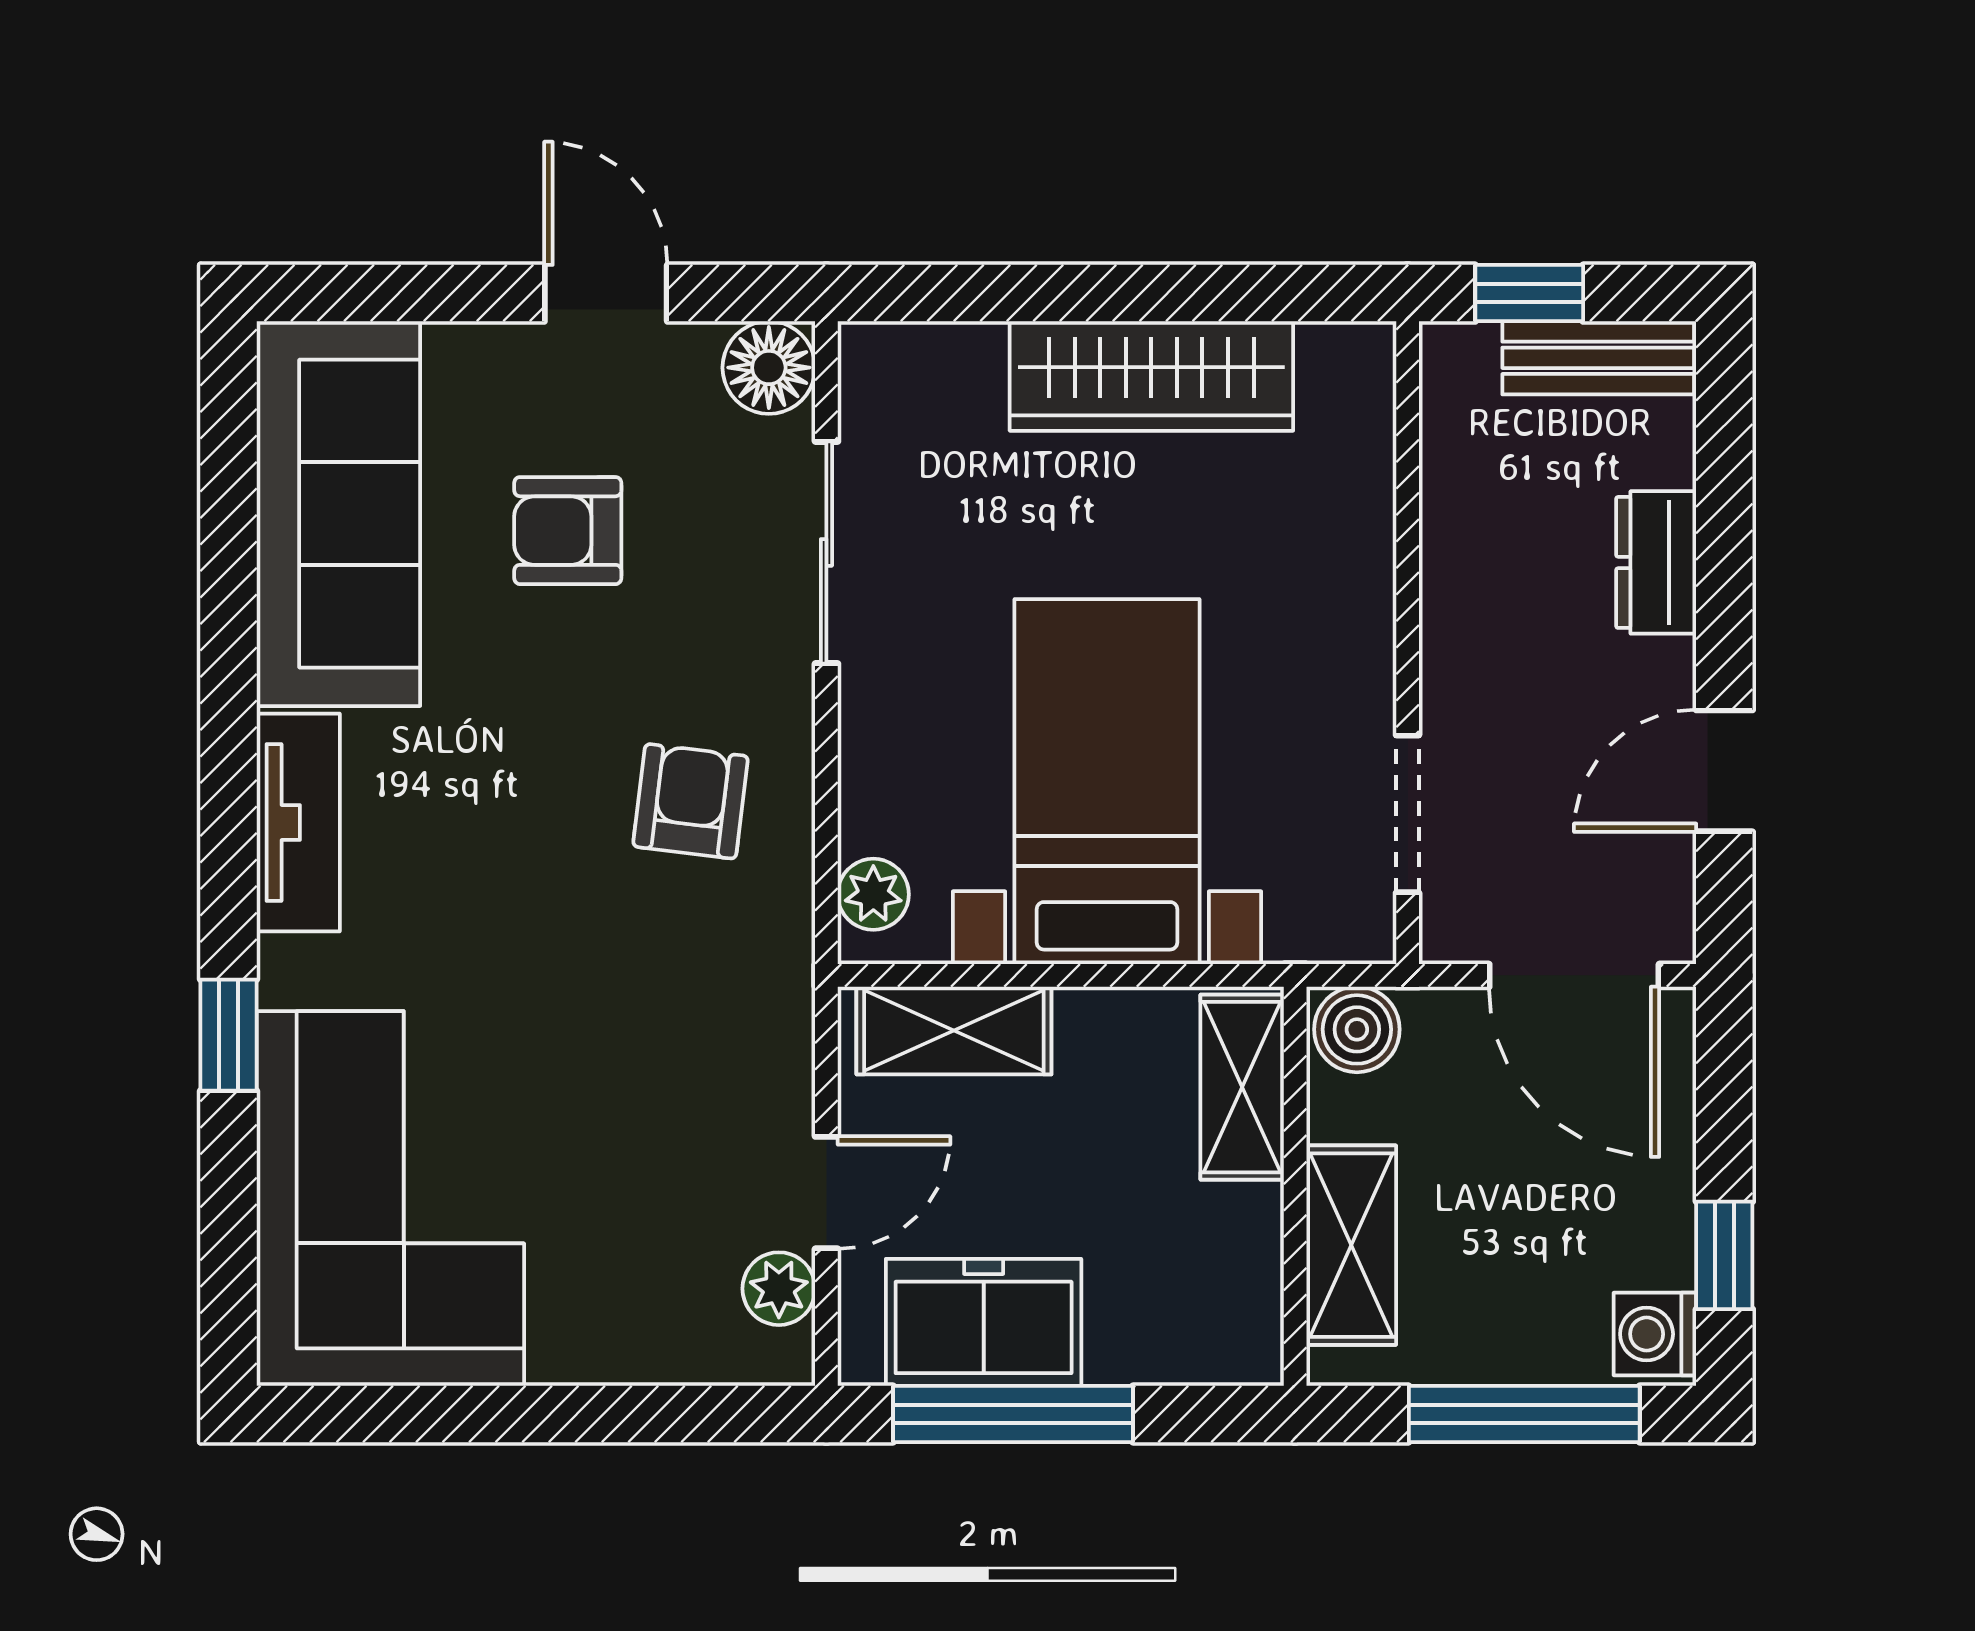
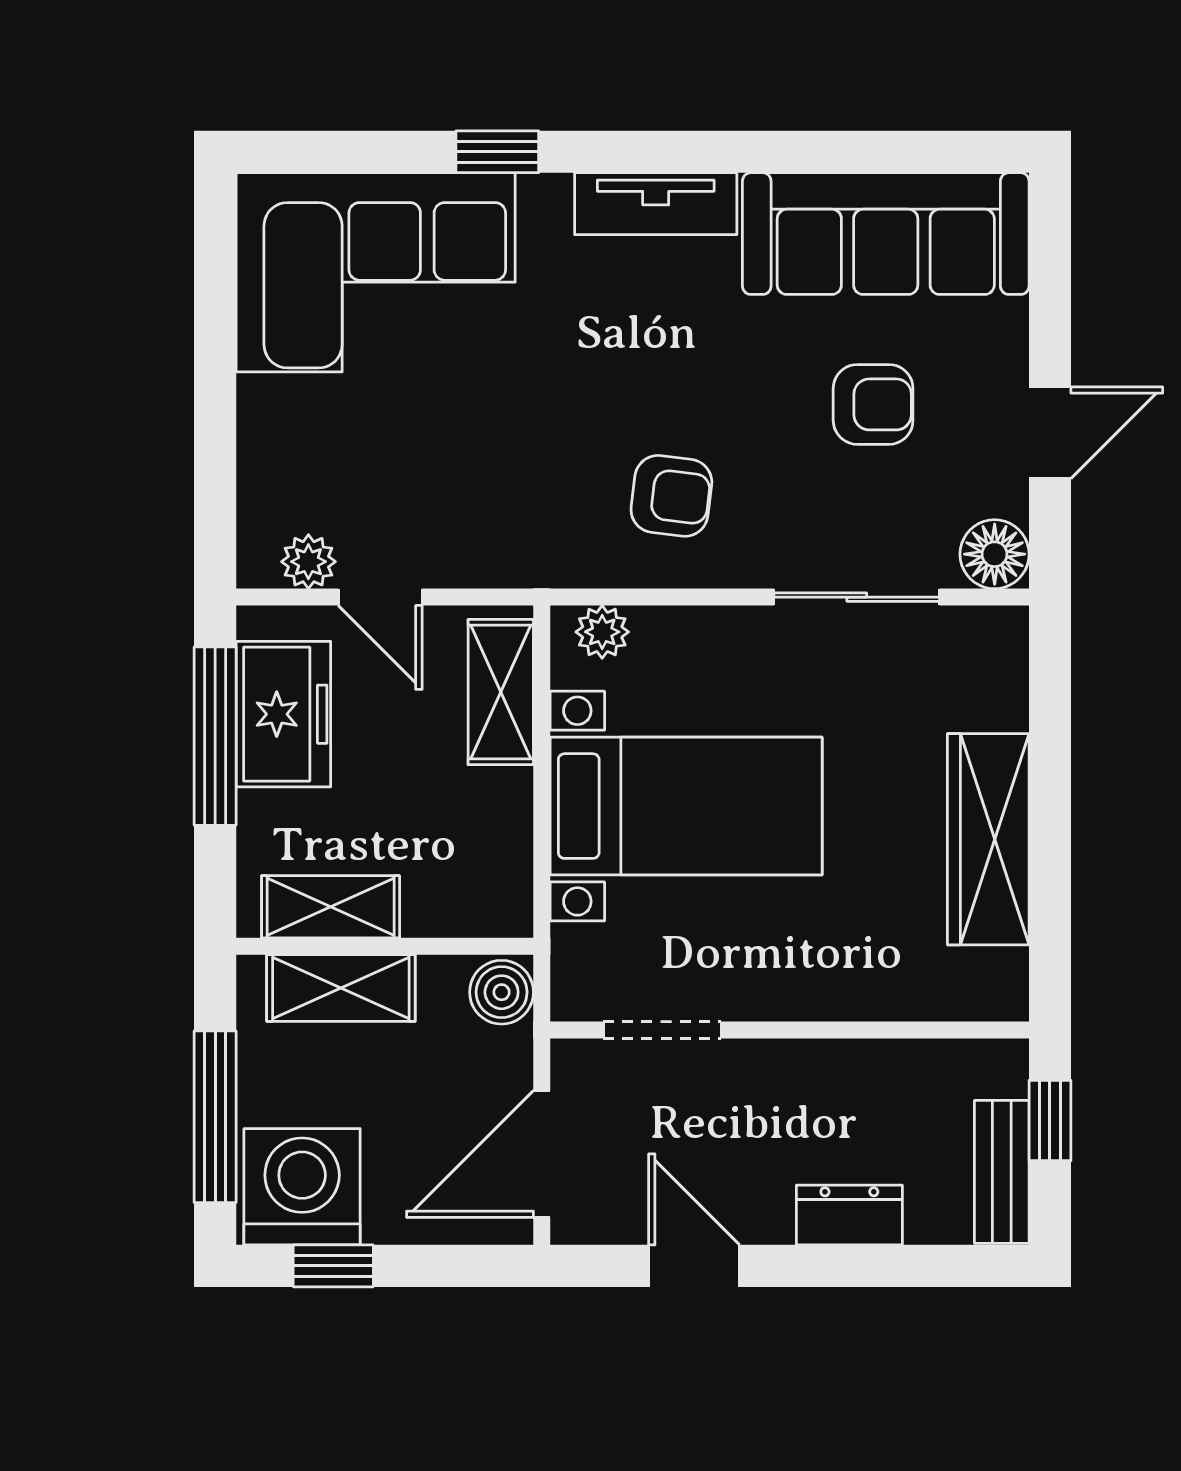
armchair: (568, 531) -> (873, 404), turned 90
shelving: (1242, 1087) -> (331, 907), moved
washing machine: (1655, 1334) -> (302, 1187), width x1.89, depth x1.89

